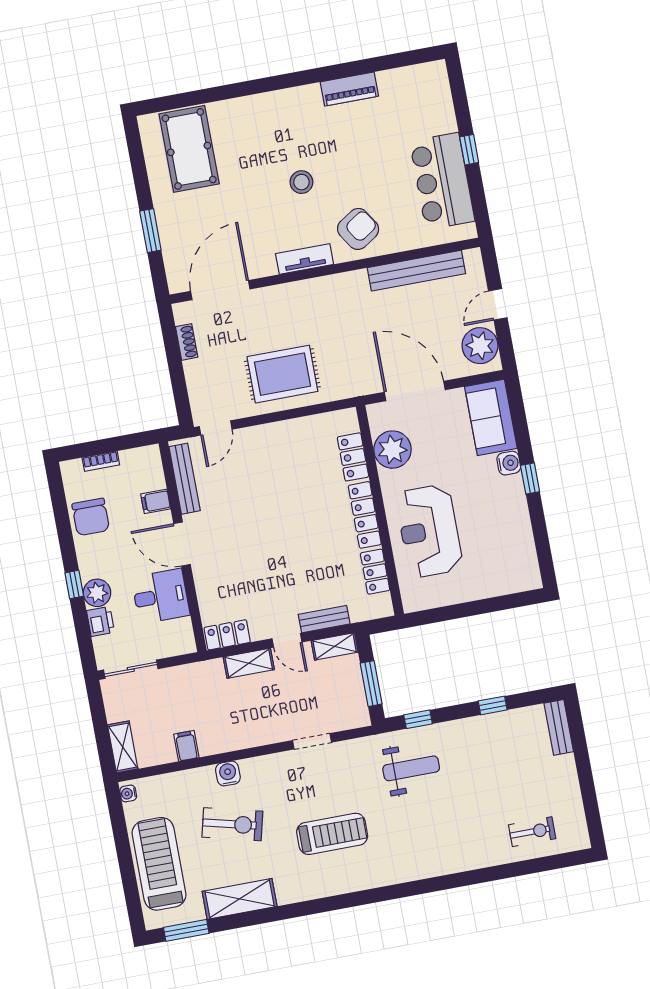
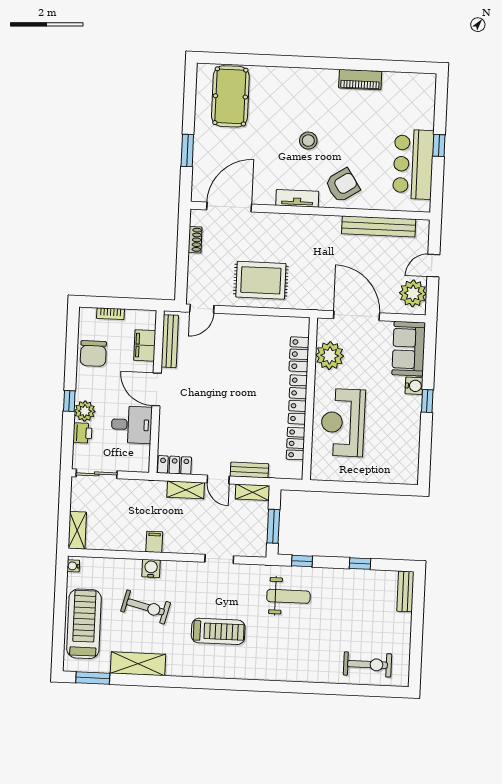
filing cabinet: (156, 501) -> (145, 345), width x2.00
filing cabinet: (186, 746) -> (154, 542), moved
exercise bike: (532, 832) -> (367, 664), width x1.38, depth x1.39

